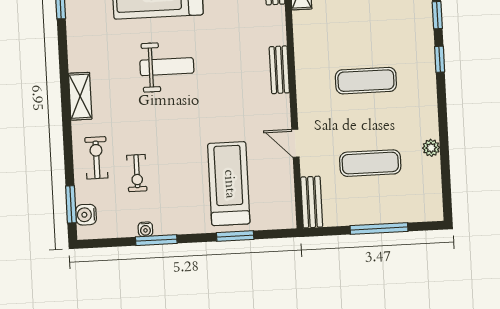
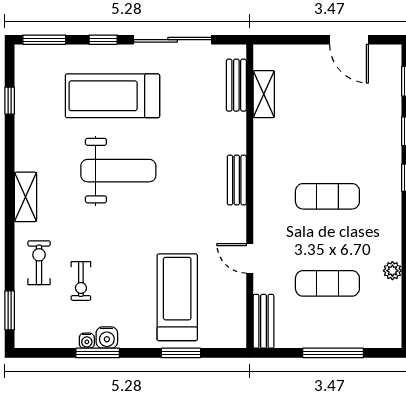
weight bench: (167, 67) -> (118, 171), width x1.36, depth x1.33
water cooler: (86, 215) -> (107, 338), moved, turned -90

